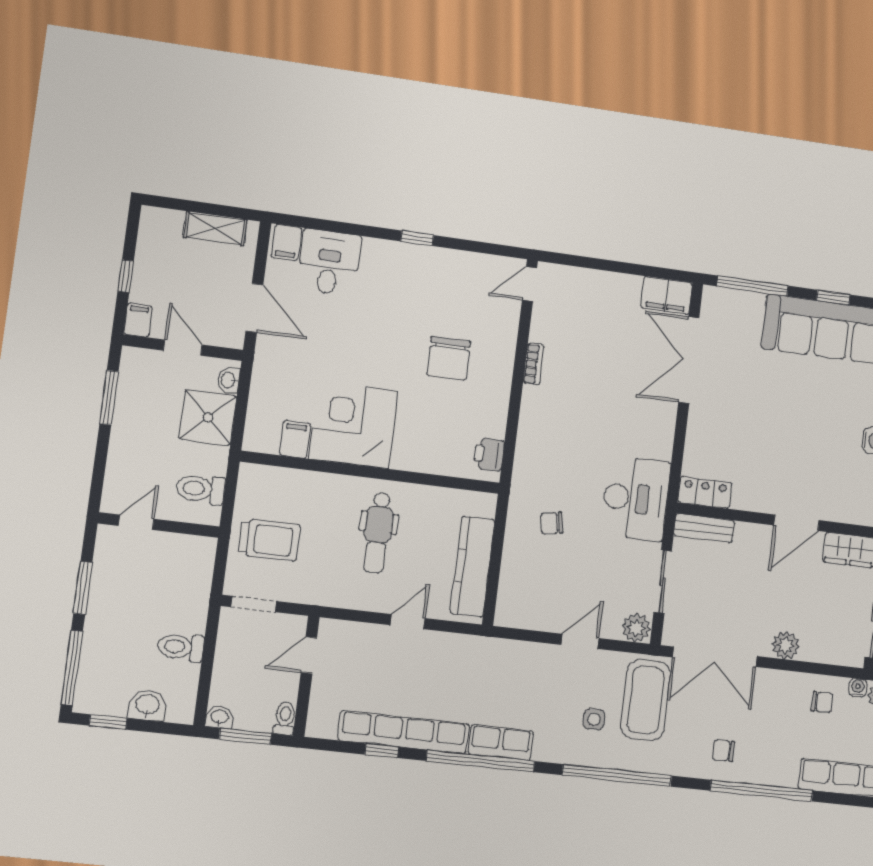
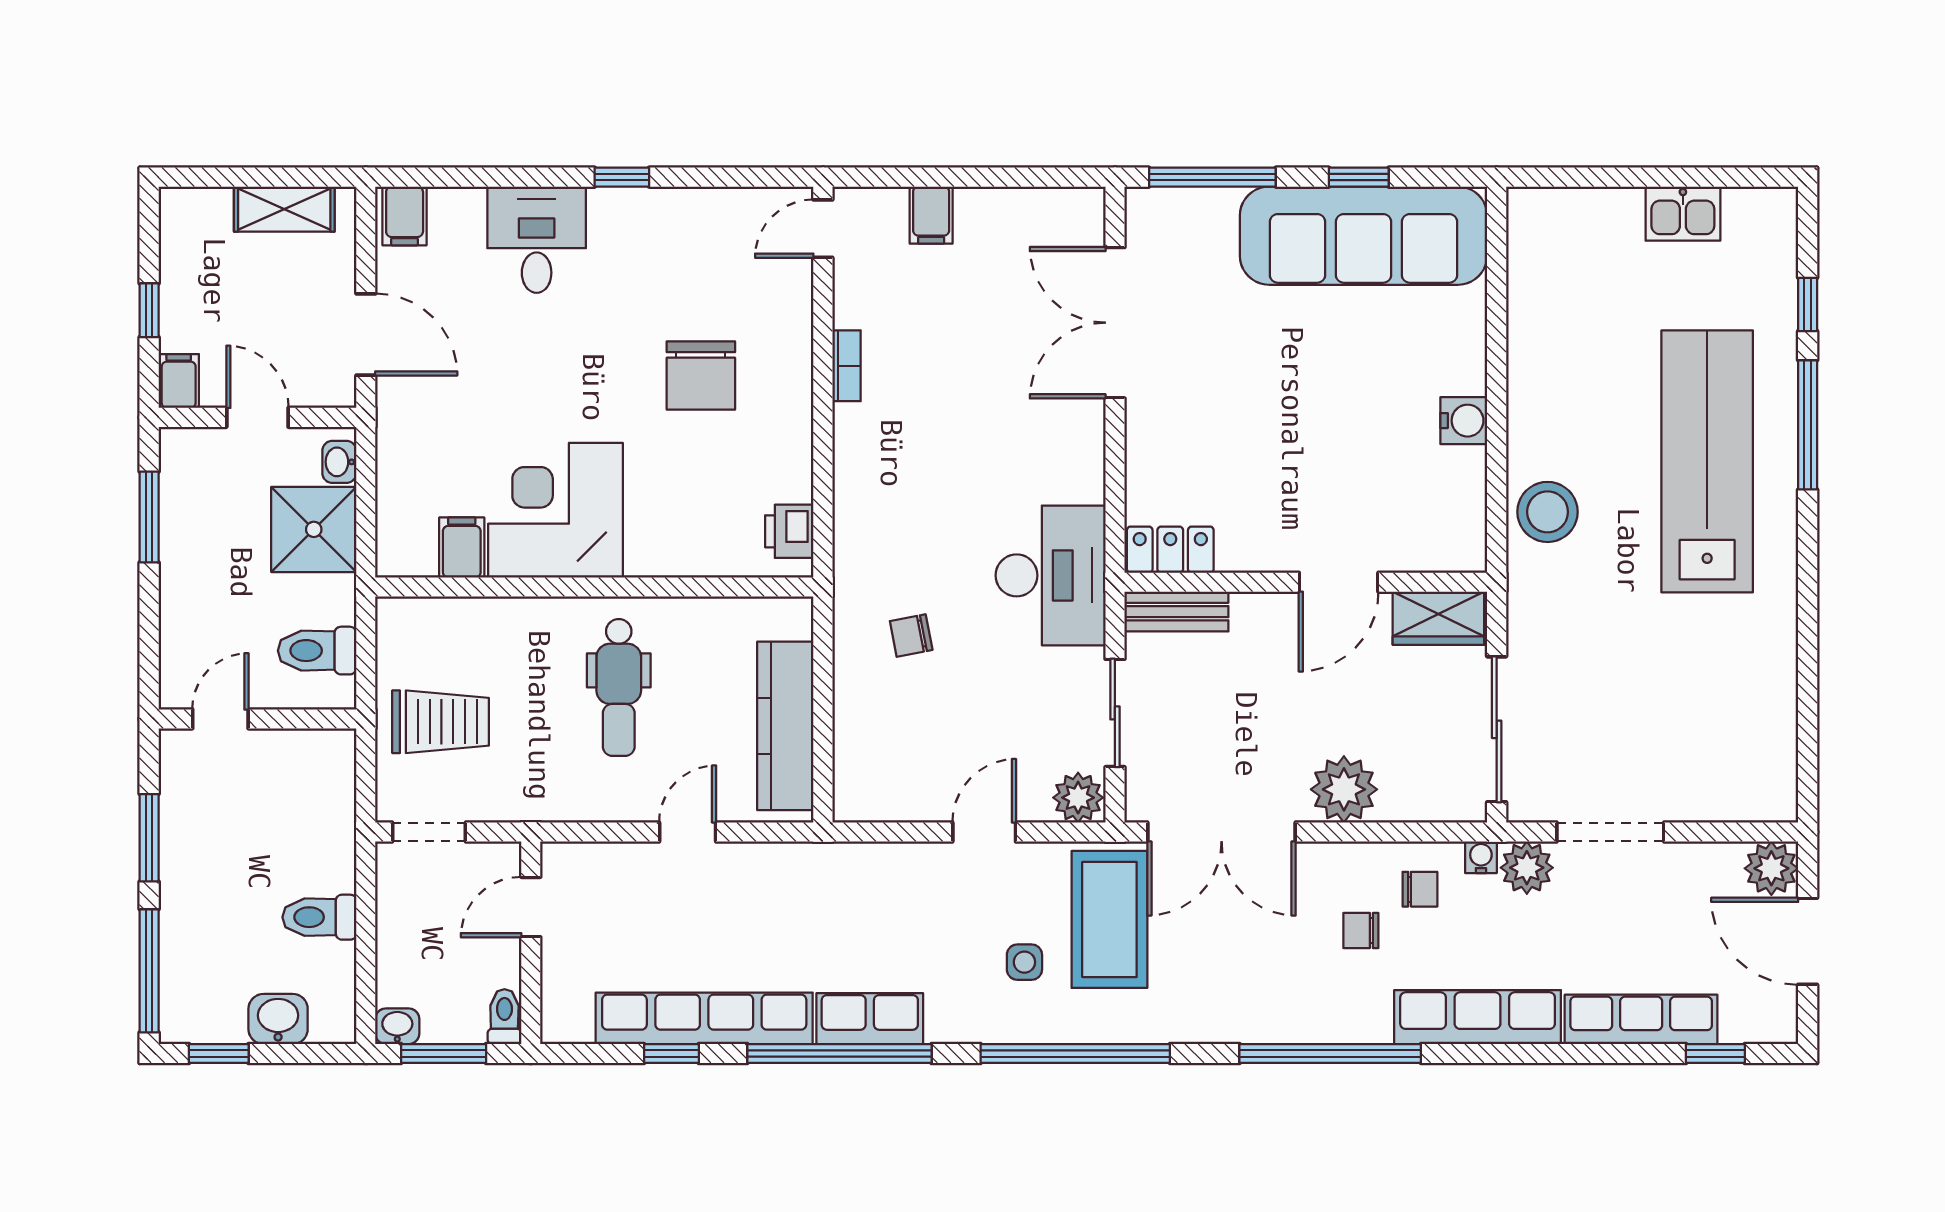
desk: (329, 262) -> (537, 240), moved
filing cabinet: (667, 295) -> (931, 215), moved, width x0.50
plant: (786, 645) -> (1344, 789), width x1.36, depth x1.36
chair: (724, 751) -> (1361, 930), moved

